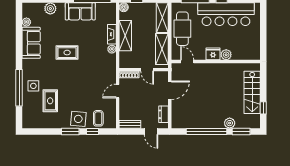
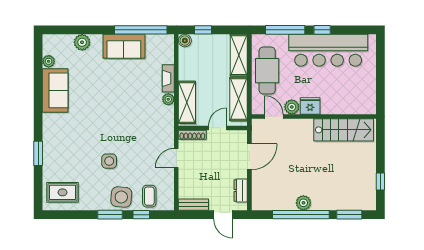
shelving: (125, 36) -> (187, 102), moved
rug: (67, 53) -> (106, 104), removed
plant: (226, 55) -> (292, 107), moved
door: (147, 70) -> (218, 128), swing flipped
side table: (33, 86) -> (109, 161), moved
window: (19, 88) -> (38, 153), width x0.47
stairs: (252, 92) -> (344, 130), moved, turned -90
rug: (50, 101) -> (62, 192), moved, turned 90
plant: (230, 123) -> (303, 203), moved

